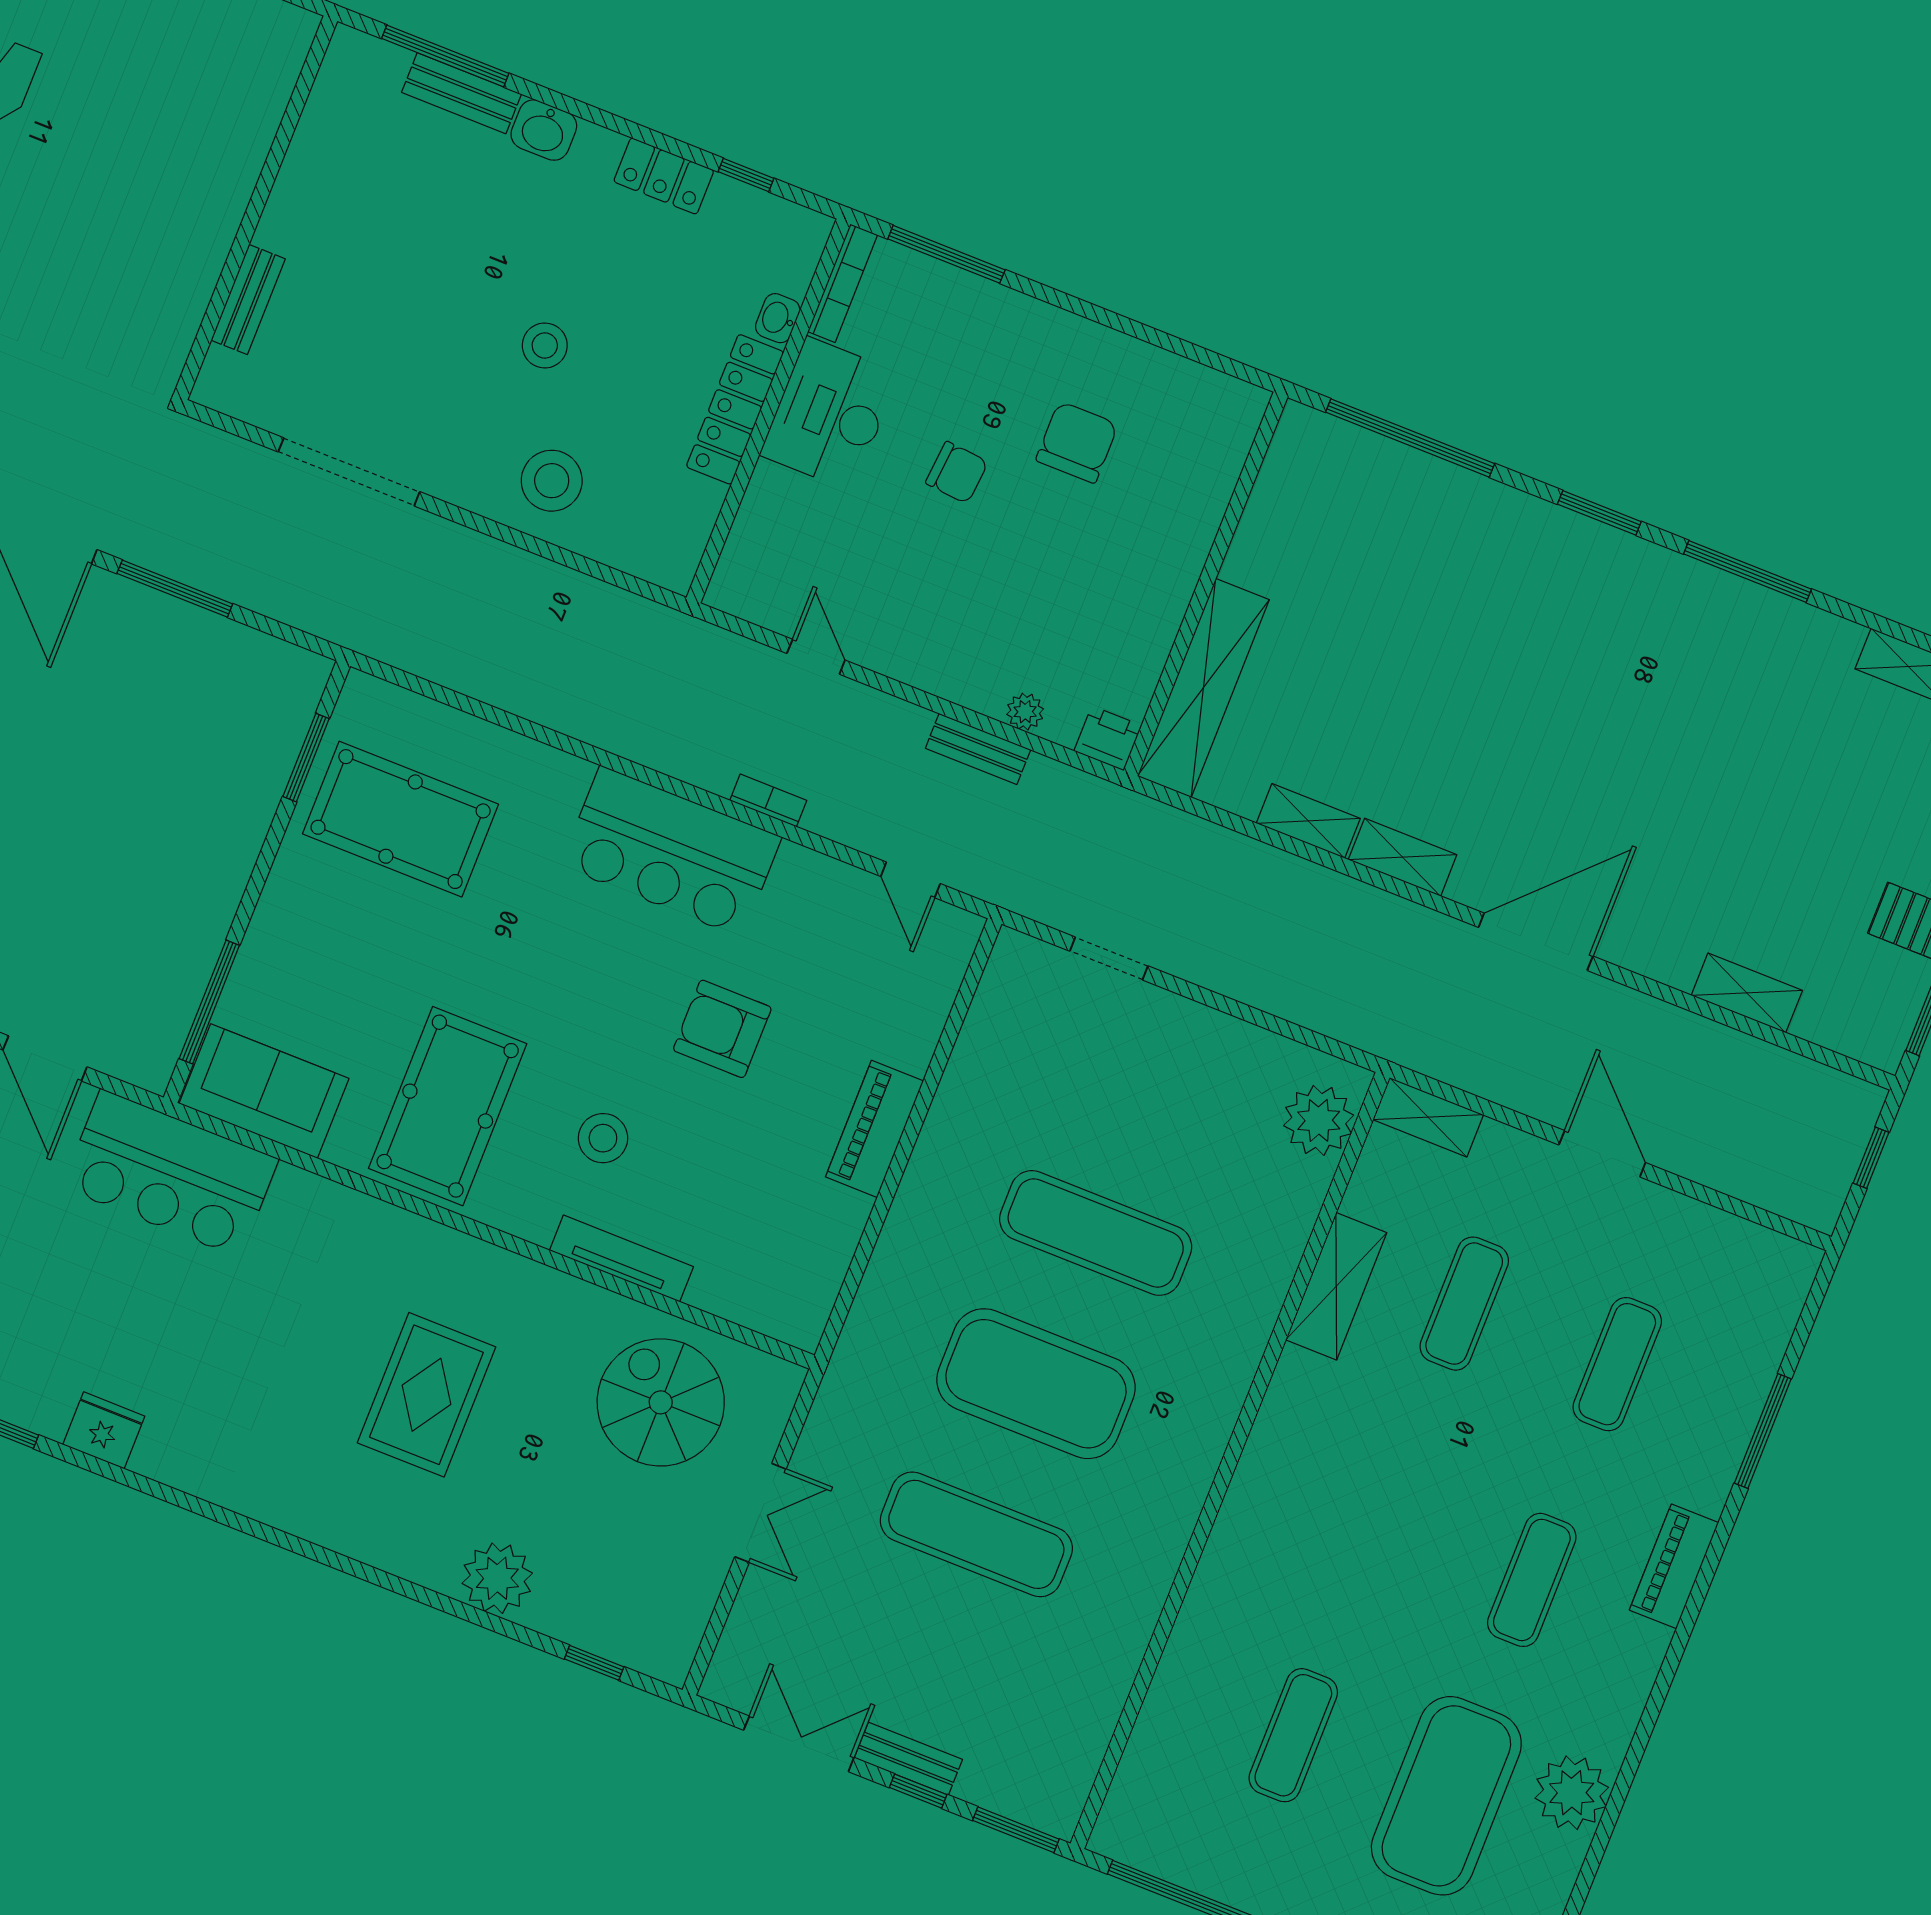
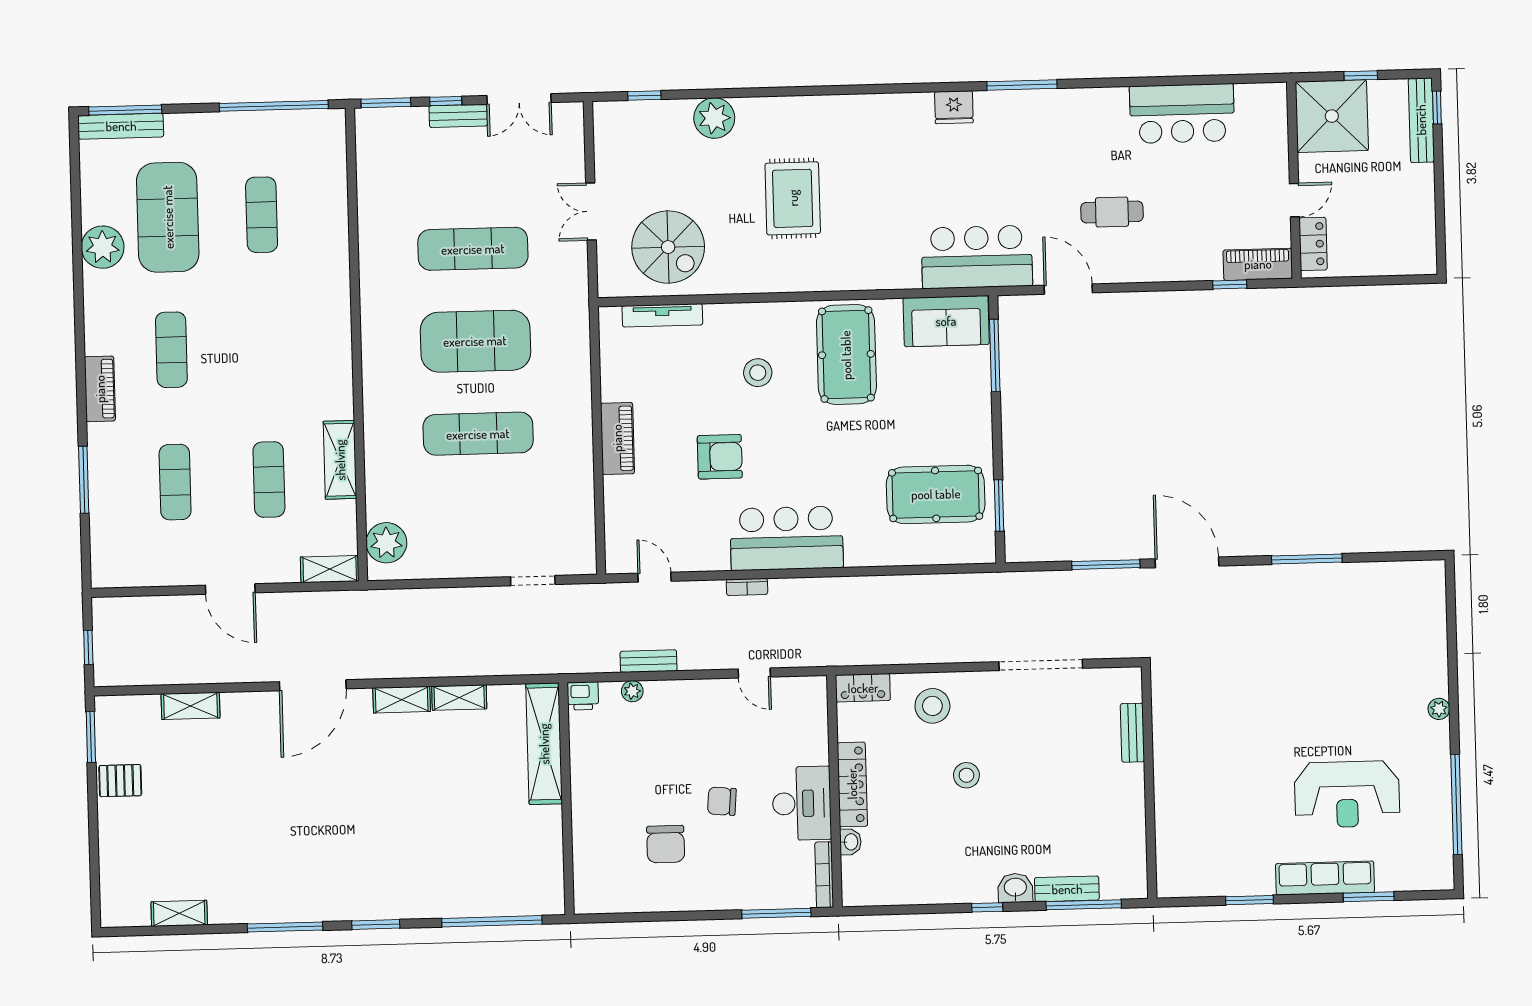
window: (746, 175) -> (987, 907), moved
locker: (664, 176) -> (863, 688), moved, turned 180
tv unit: (621, 1258) -> (662, 315), moved

